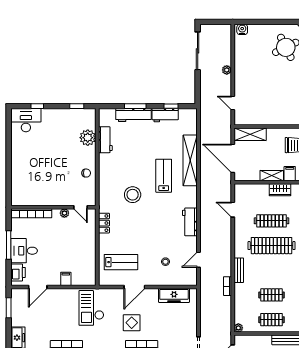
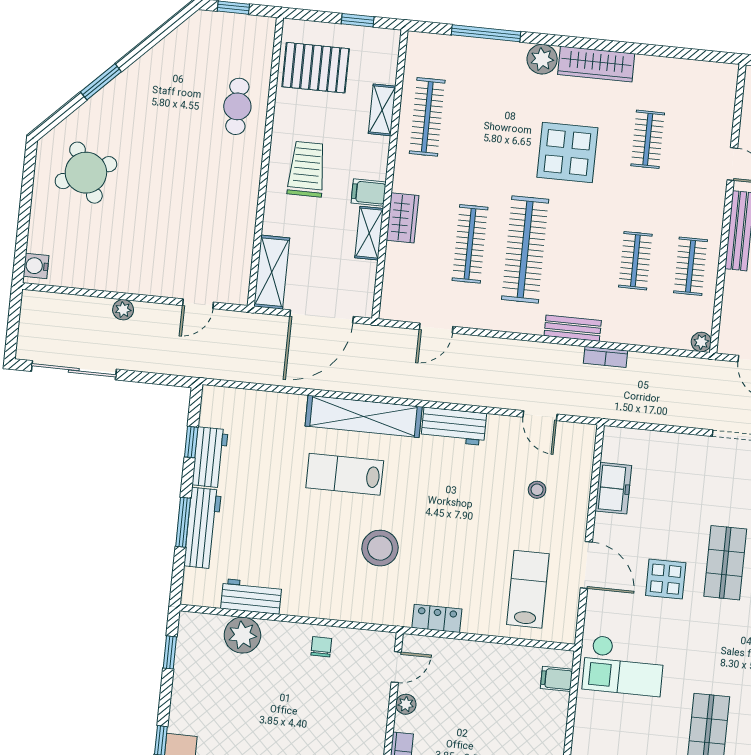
shelving: (190, 160) -> (364, 416), moved
filing cabinet: (66, 279) -> (557, 679), moved
freezer: (174, 295) -> (613, 488), width x0.71

